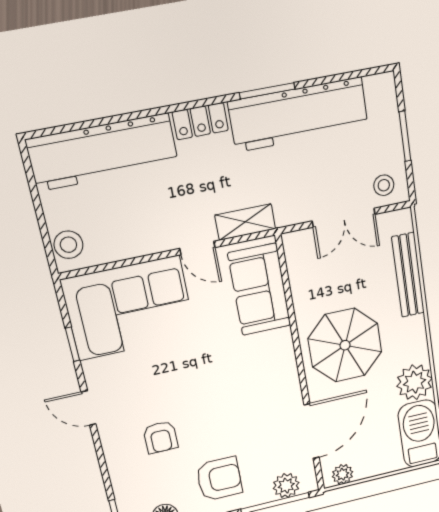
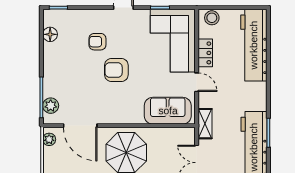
locker: (200, 121) -> (205, 53), moved, turned 180
shelving: (245, 222) -> (205, 124), moved
door: (197, 248) -> (197, 82), swing flipped
armchair: (219, 479) -> (116, 70), moved, turned 90

